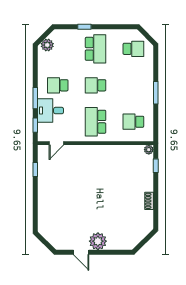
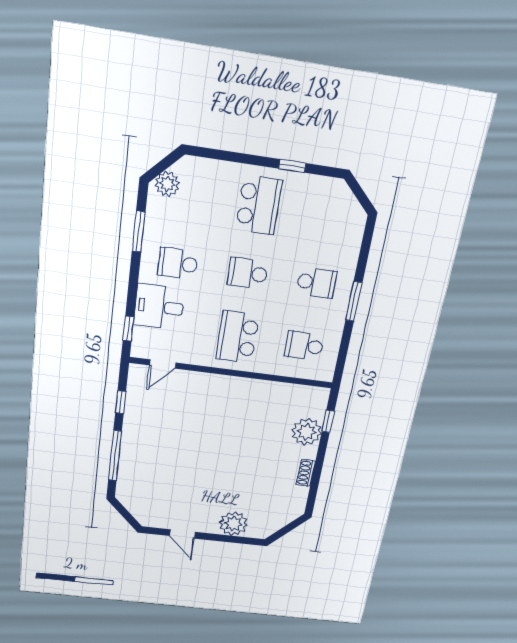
window: (84, 27) -> (292, 166), moved
school desk: (133, 49) -> (316, 283), moved
window: (35, 98) -> (139, 232), moved
plant: (149, 150) -> (307, 432), moved, width x1.88, depth x1.88
window: (35, 204) -> (115, 456), added
plant: (98, 241) -> (233, 524), moved

